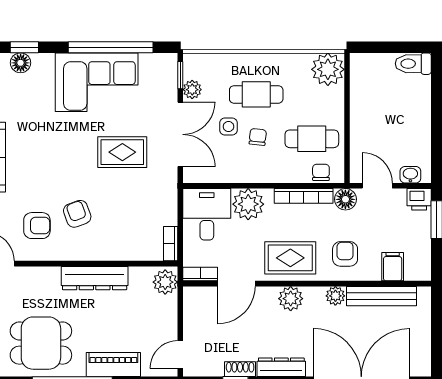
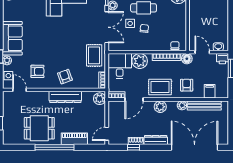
cafe table: (312, 139) -> (170, 29), removed
rug: (122, 152) -> (94, 55), moved, turned 90
armchair: (77, 214) -> (65, 77), moved

